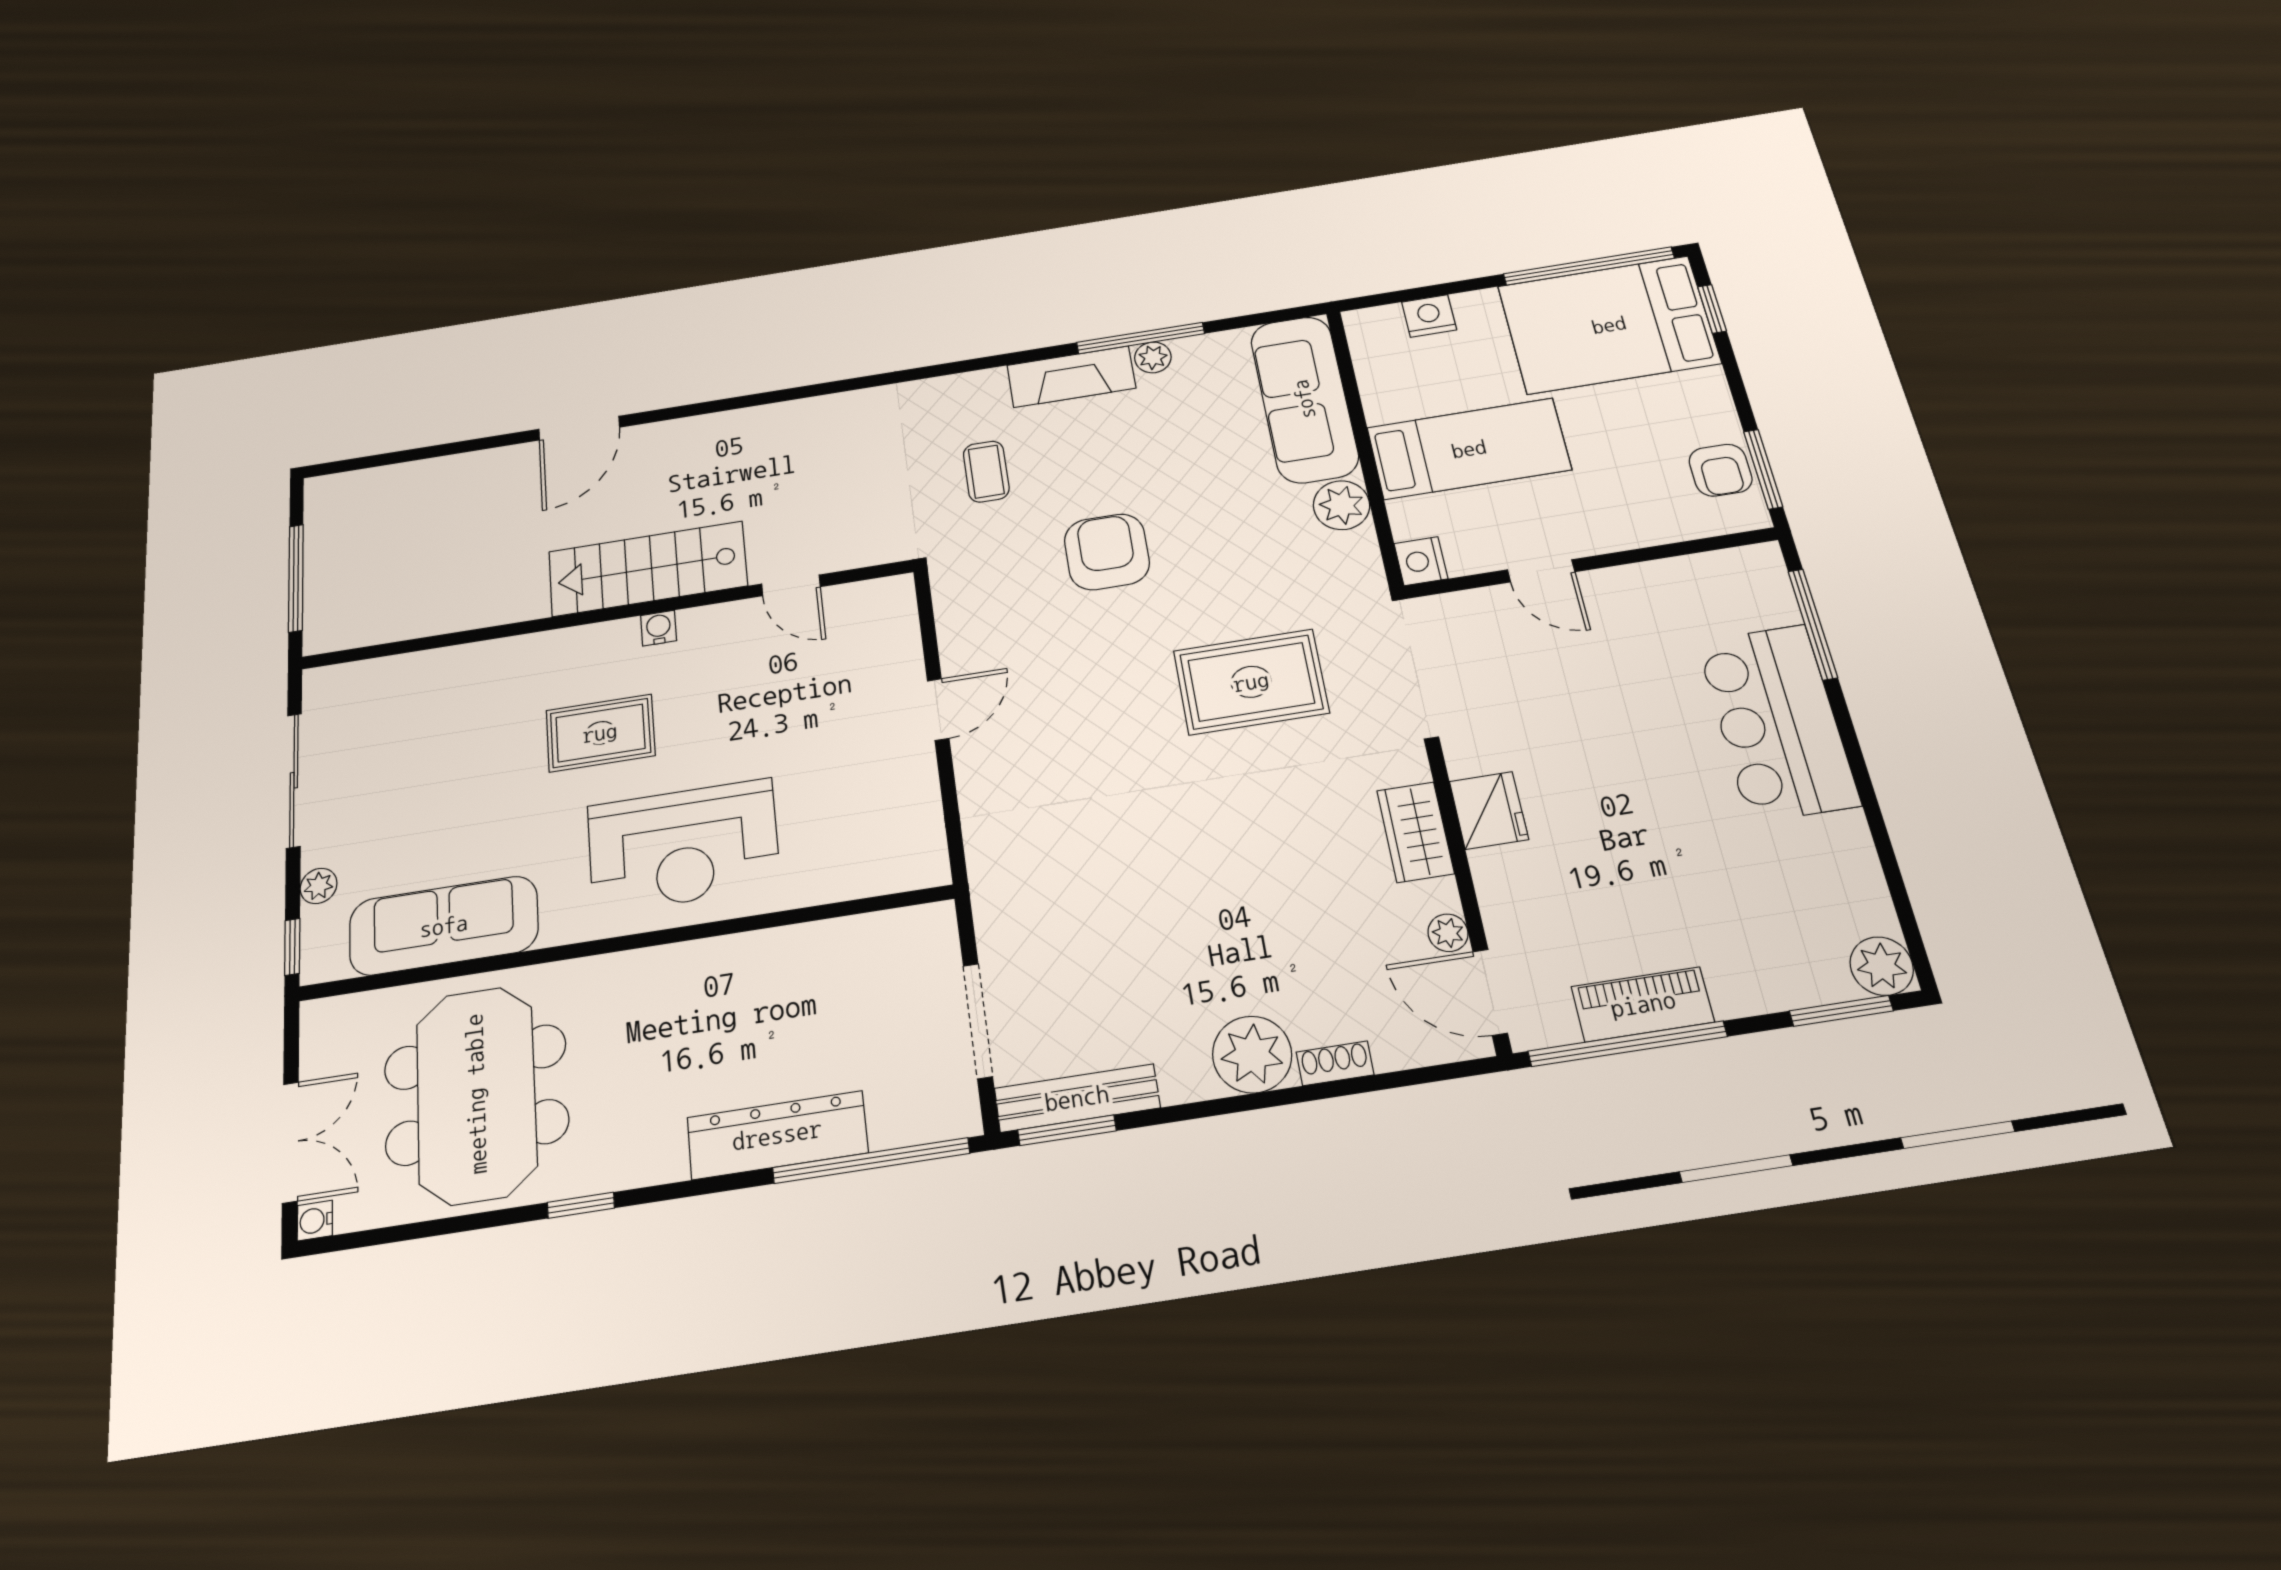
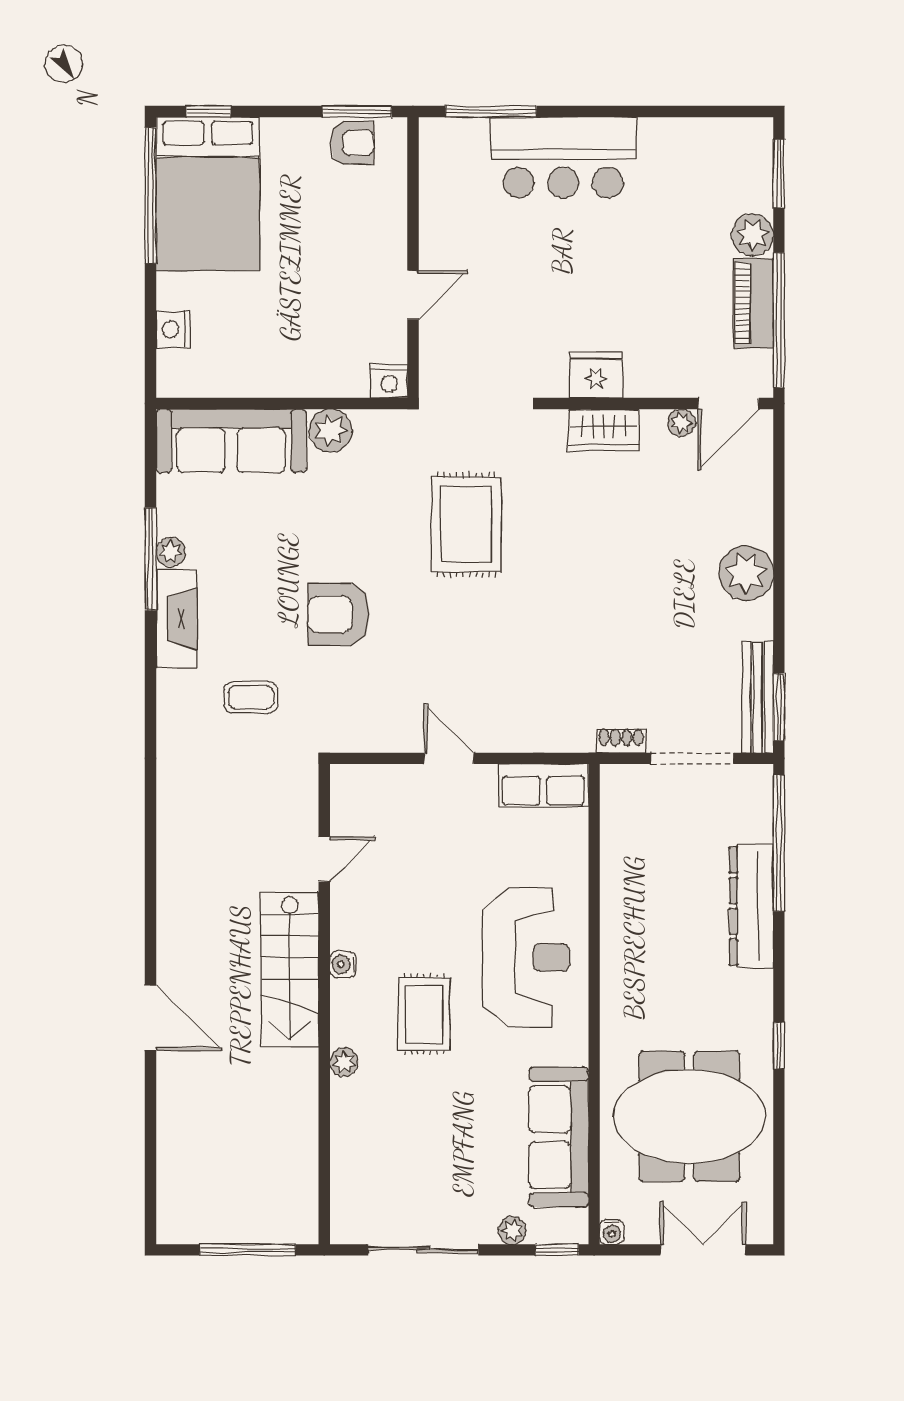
bed: (1469, 449) -> (299, 325), removed
plant: (534, 649) -> (344, 1062), added
row of seats: (916, 832) -> (544, 785), added
plant: (1882, 966) -> (752, 235), moved
shoe rack: (1335, 1063) -> (621, 741), moved, turned 90
water cooler: (315, 1221) -> (612, 1232), moved

